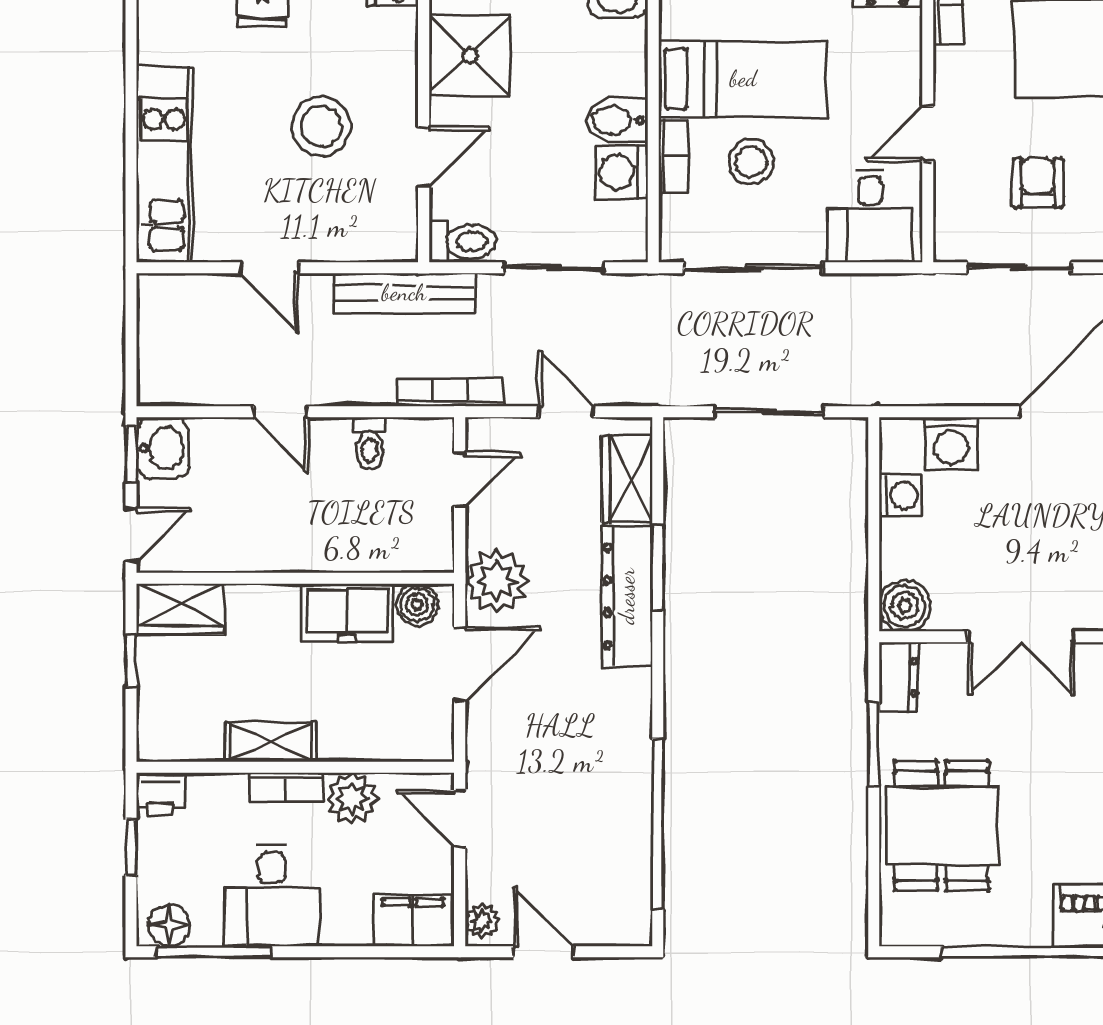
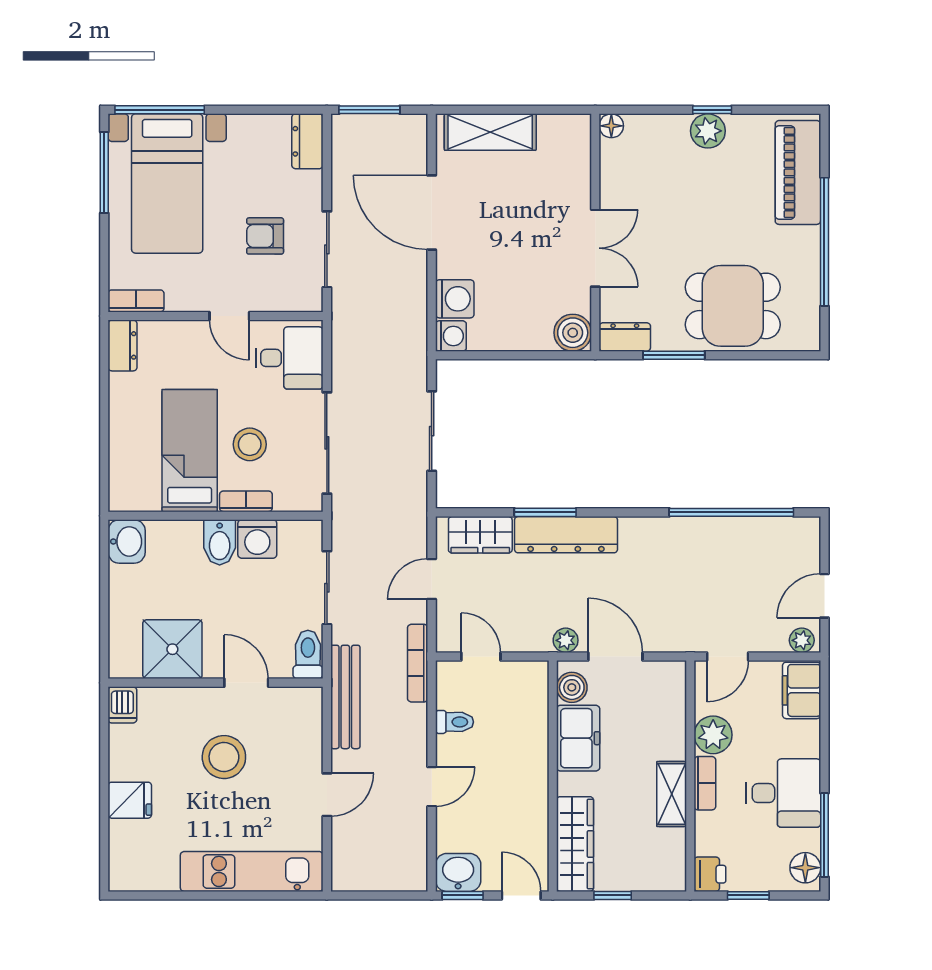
washing machine: (900, 495) -> (451, 336), moved, turned 90
plant: (497, 581) -> (566, 640), width x0.53, depth x0.53
wardrobe: (180, 609) -> (575, 844), width x1.50

